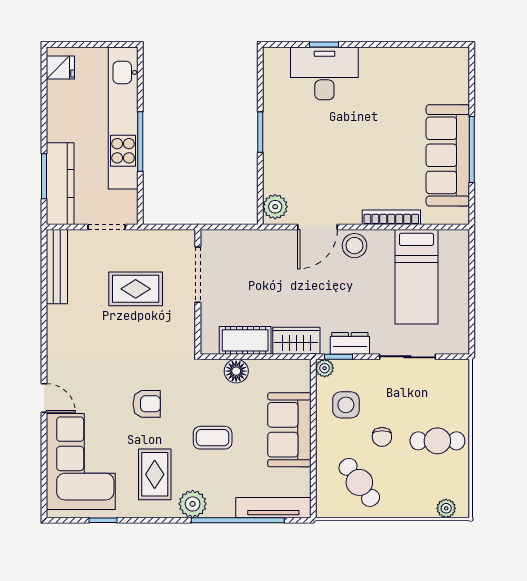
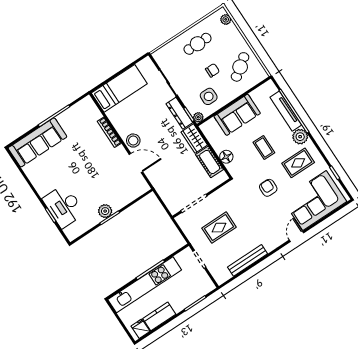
sofa: (448, 155) -> (37, 142), moved
kitchen counter: (60, 184) -> (159, 316), moved, width x0.67
plant: (275, 207) -> (105, 211), moved
bench: (57, 267) -> (248, 260), moved
bed: (416, 277) -> (119, 88), moved
rug: (136, 289) -> (219, 228), turned 90
dresser: (350, 343) -> (179, 113), width x1.44
cafe table: (437, 441) -> (198, 44), turned 90
tv unit: (273, 508) -> (286, 111), moved

